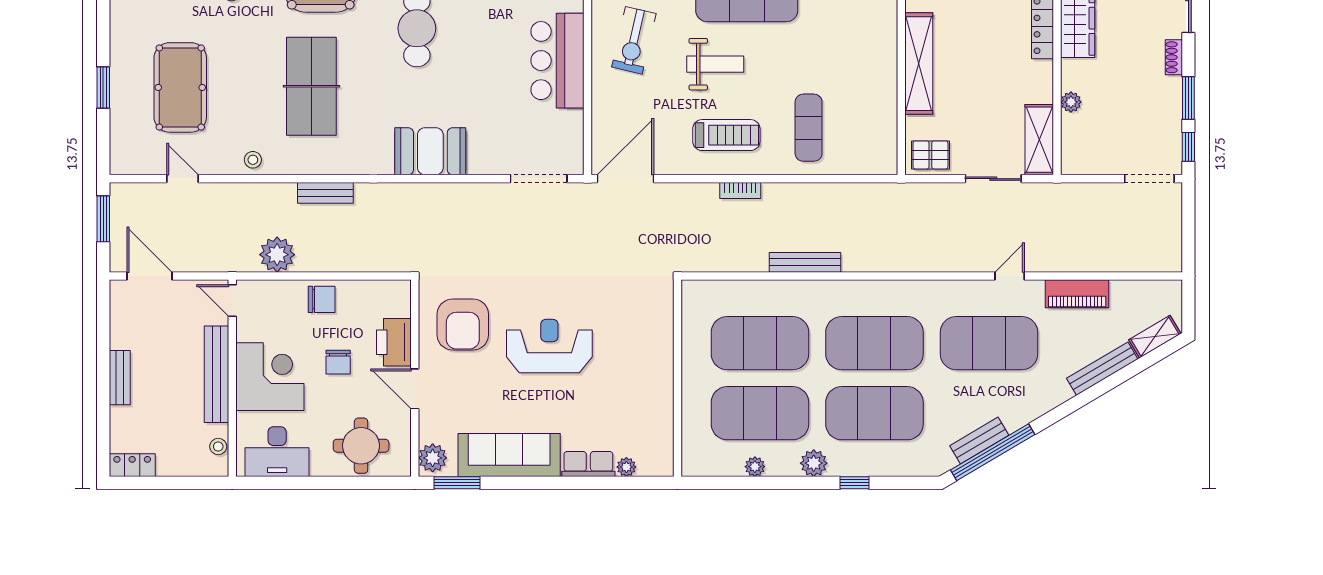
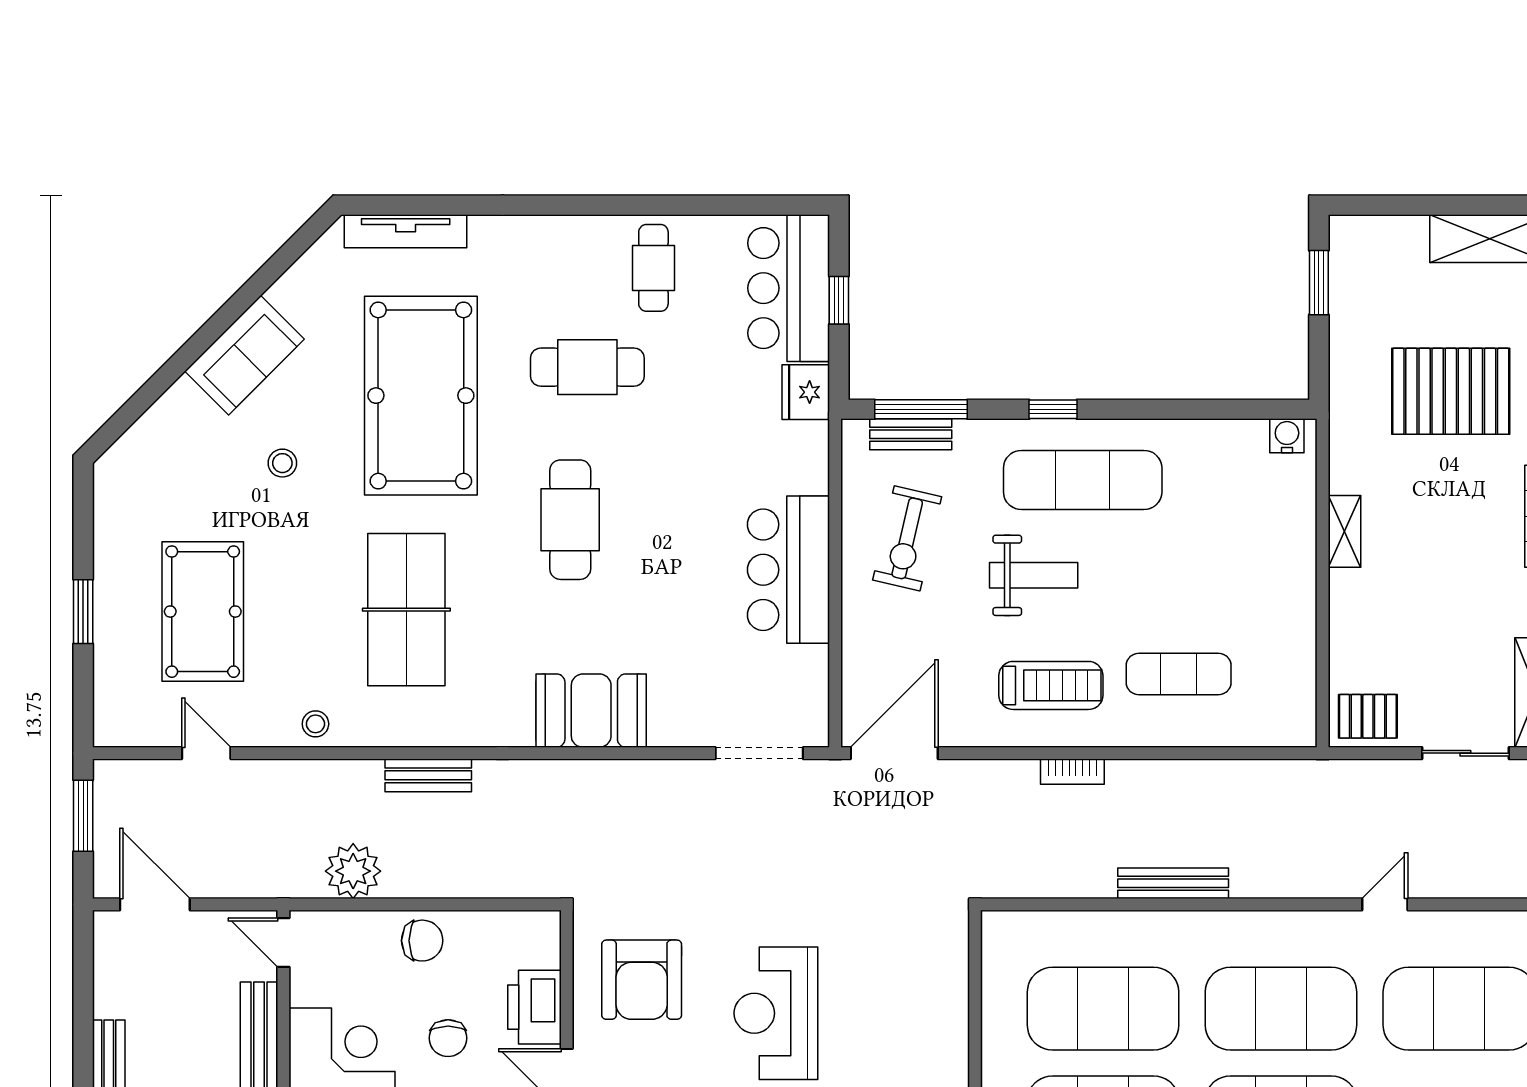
shelving: (919, 64) -> (1344, 531), width x0.45, depth x0.75
exercise mat: (809, 128) -> (1179, 674), turned 90
door: (1010, 276) -> (1385, 904), moved
reception desk: (549, 346) -> (776, 1013), turned -90

